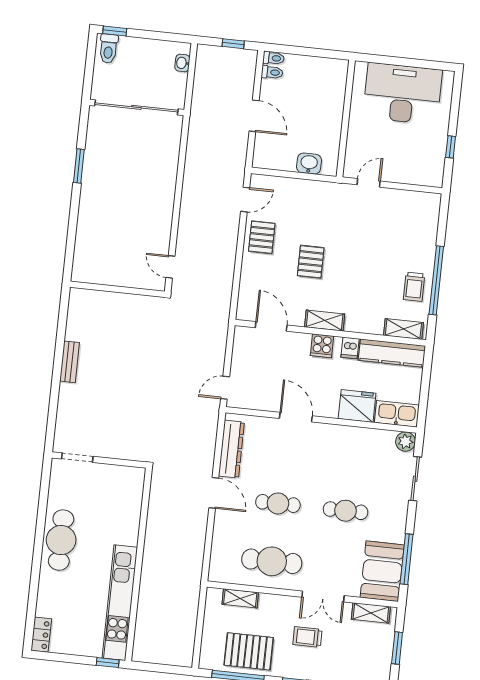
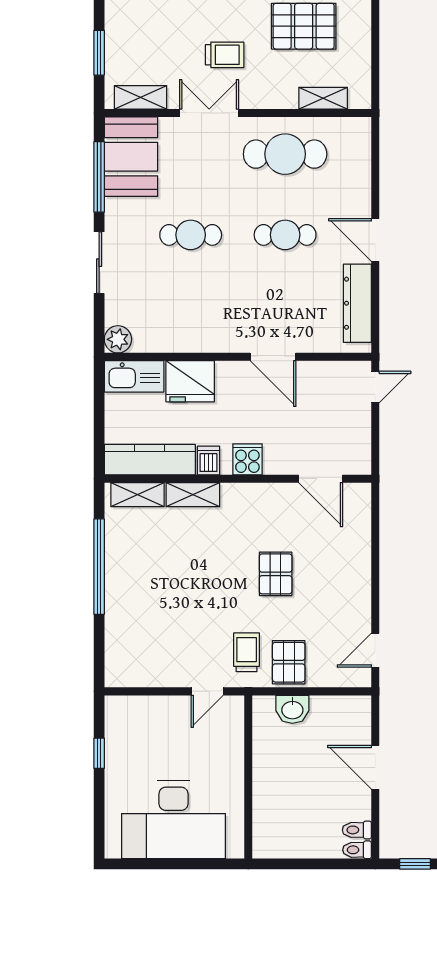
pallet: (262, 237) -> (289, 662), moved
trolley: (414, 287) -> (247, 652), moved
shelving: (325, 321) -> (193, 495), moved
sliding door: (415, 479) -> (99, 263), moved

